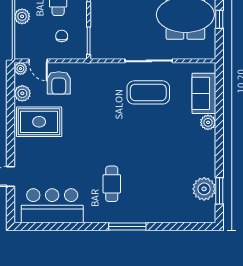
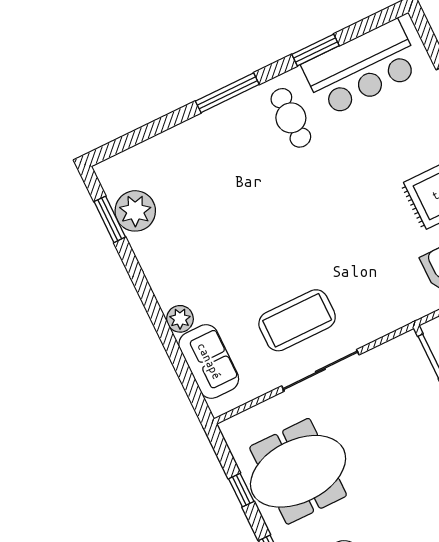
cafe table: (112, 184) -> (291, 118), moved
window: (71, 227) -> (315, 50), added

